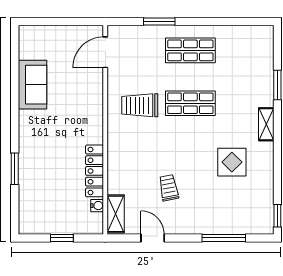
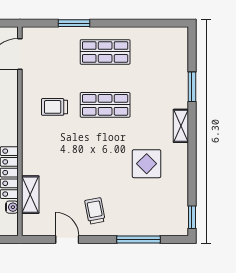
trolley: (140, 105) -> (54, 107), width x0.73, depth x0.72
trolley: (169, 188) -> (95, 211), moved
shelving: (116, 214) -> (30, 195), moved

